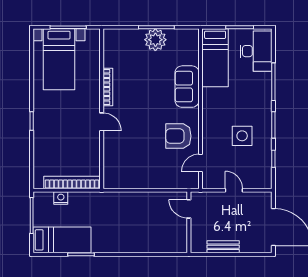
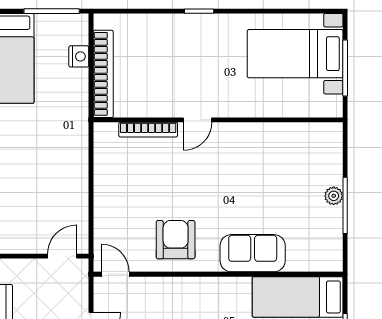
plant: (155, 40) -> (334, 196), width x0.53, depth x0.53
bookcase: (108, 87) -> (148, 130), moved
door: (201, 163) -> (115, 274), moved

